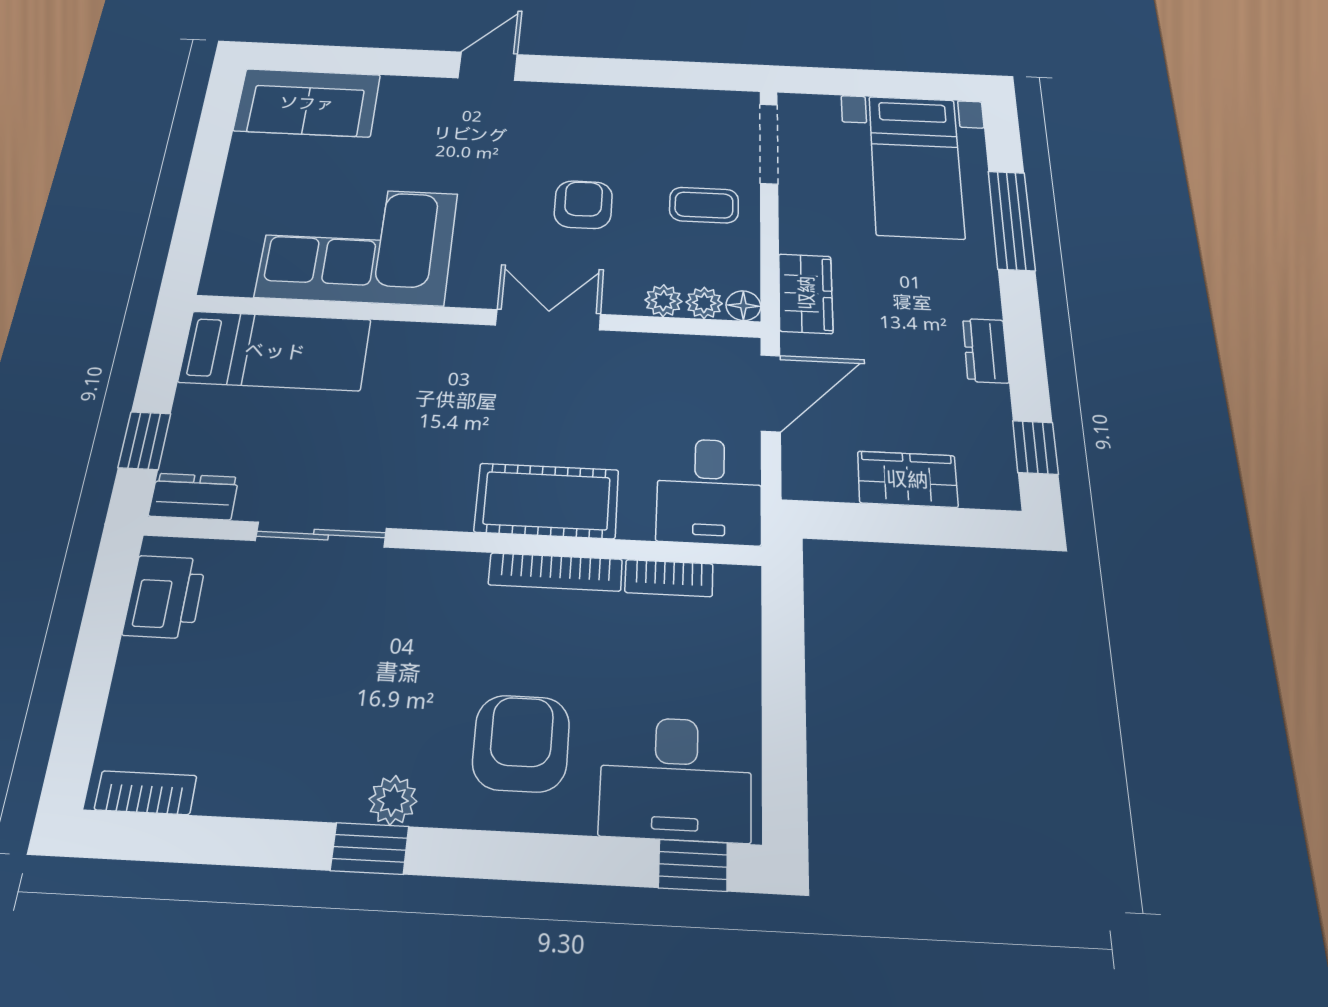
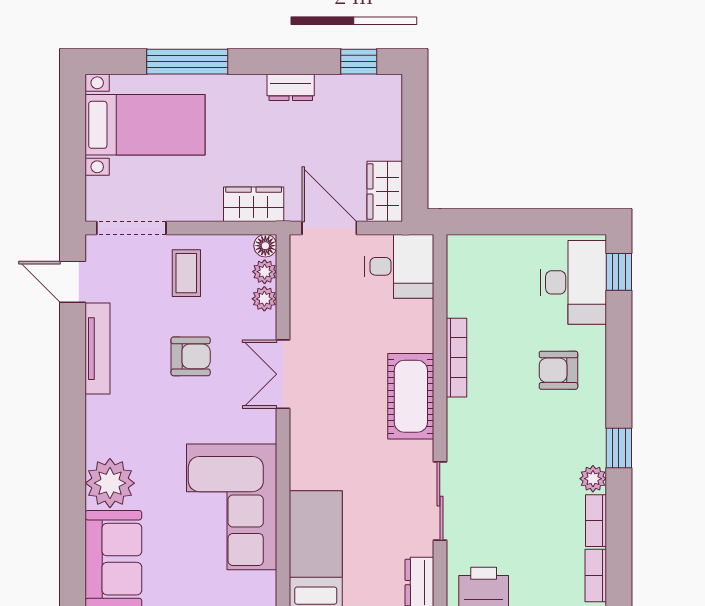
door: (488, 66) -> (73, 282), moved
tv unit: (601, 98) -> (98, 349), added
plant: (414, 104) -> (110, 483), added
armchair: (583, 205) -> (191, 356), turned 180
wardrobe: (907, 479) -> (385, 191), moved
cot: (547, 501) -> (411, 396), moved
bookcase: (669, 578) -> (596, 521), moved, turned 180
armchair: (521, 743) -> (558, 370), width x0.72, depth x0.72
plant: (393, 800) -> (593, 479), moved

